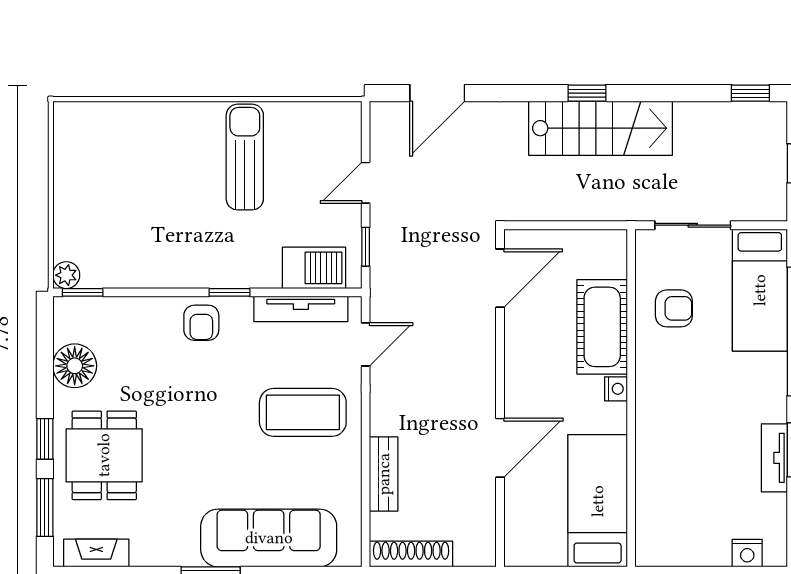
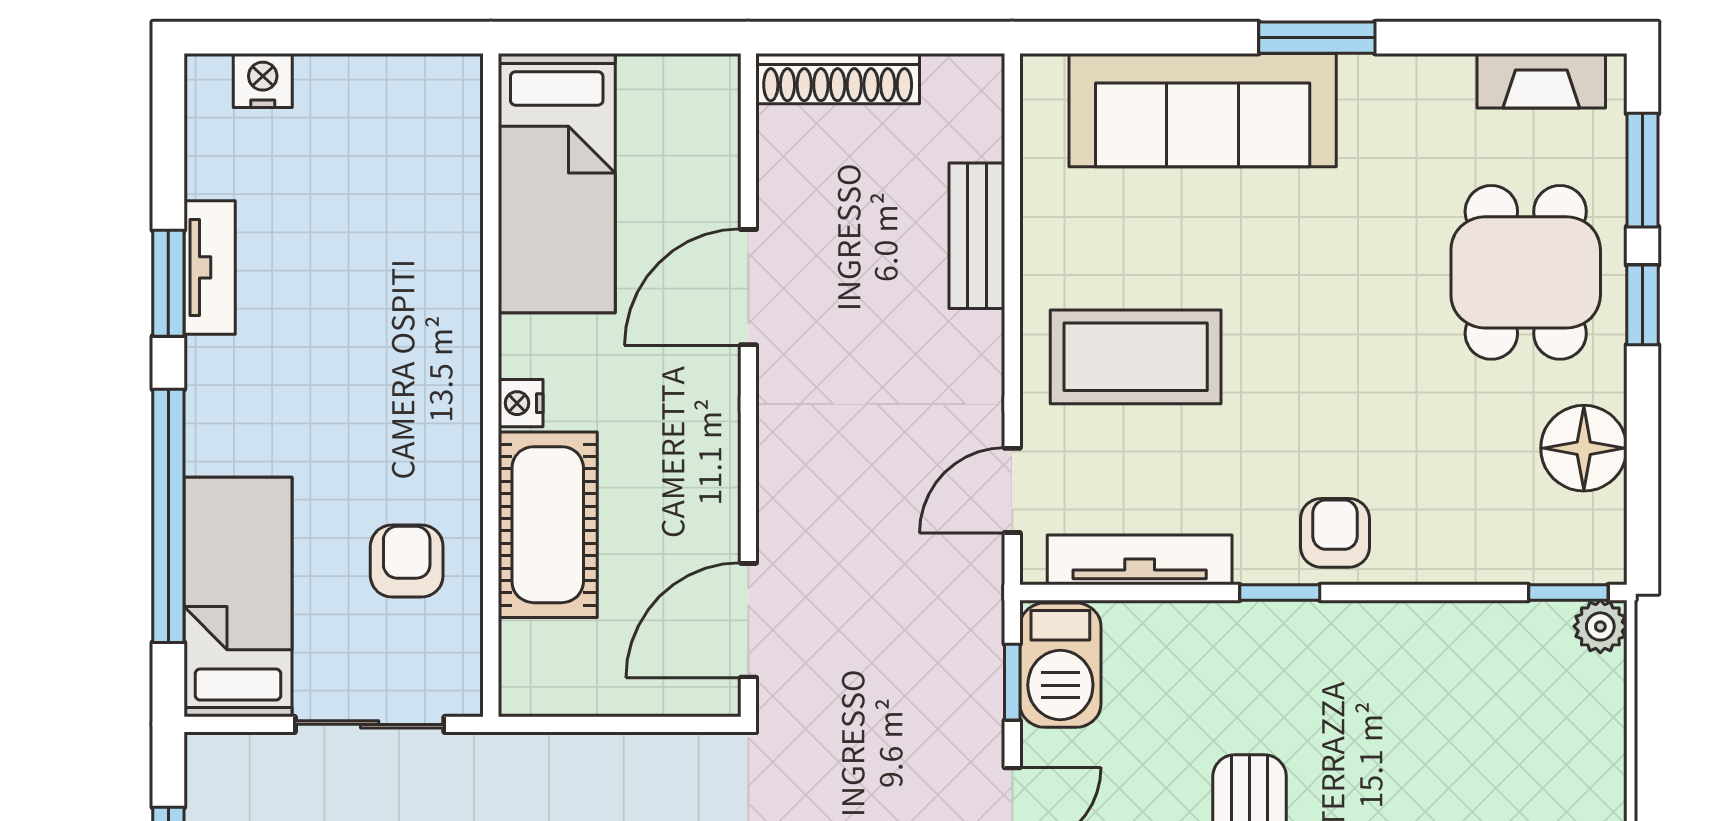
barbecue: (314, 268) -> (1060, 665), moved, turned -90
armchair: (674, 308) -> (407, 561), turned 90
shoe rack: (411, 554) -> (838, 79), moved

